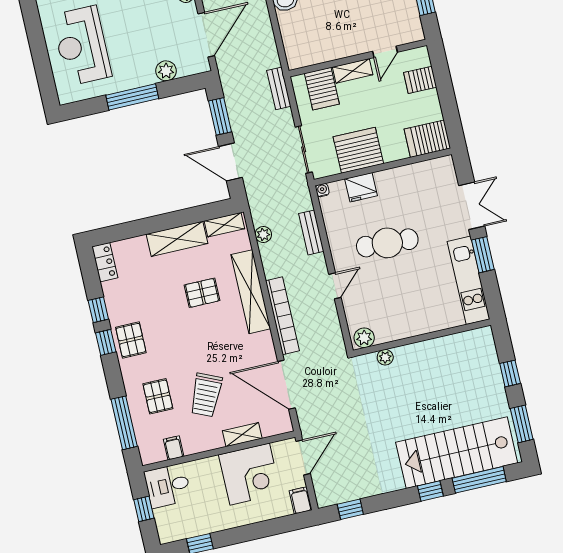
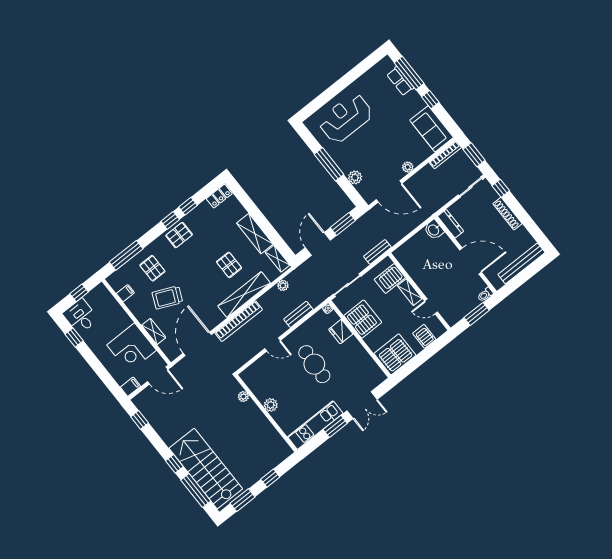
server rack: (427, 139) -> (395, 354), width x1.60
plant: (364, 338) -> (271, 405), moved
pallet: (158, 396) -> (152, 268), turned 90
desk: (168, 486) -> (81, 316), moved

